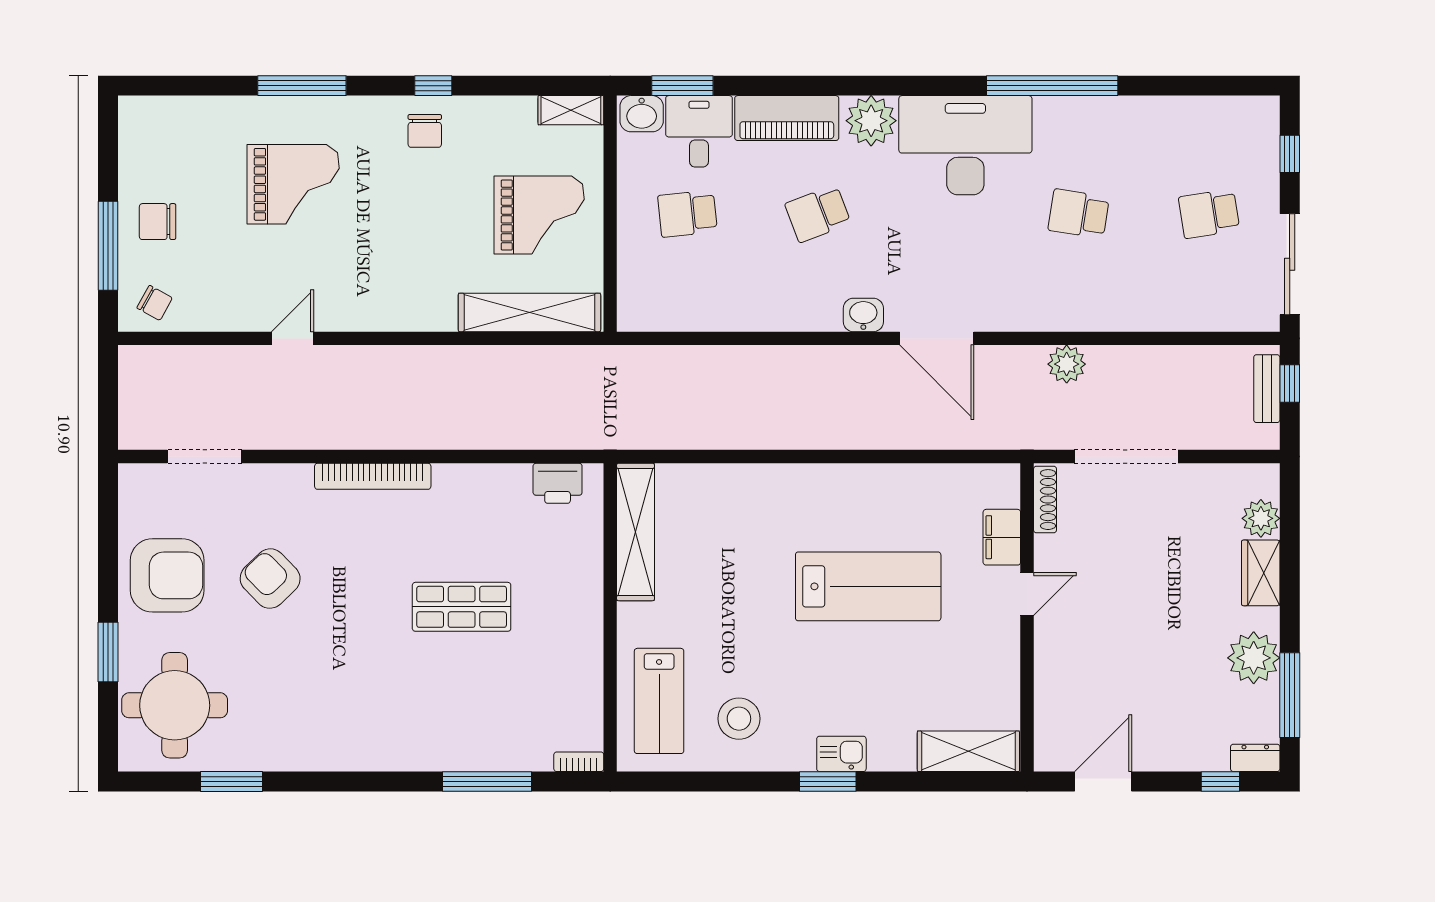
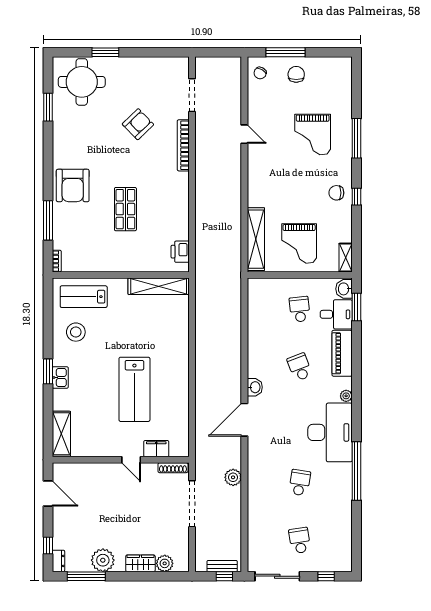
plant: (871, 121) -> (346, 396), width x0.53, depth x0.53
bookcase: (373, 476) -> (183, 145), moved
armchair: (167, 575) -> (73, 185), moved

